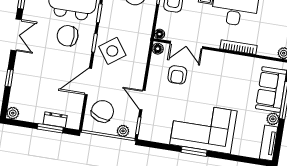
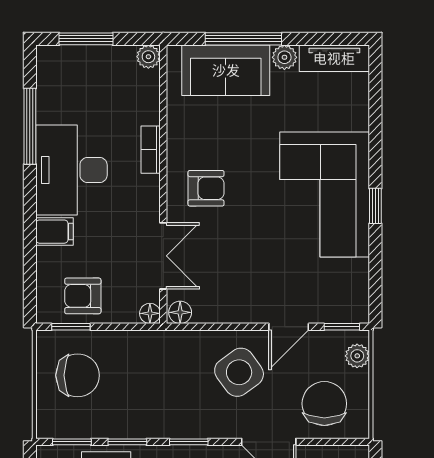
bookcase: (239, 47) -> (151, 150), width x0.64
side table: (112, 51) -> (239, 372), moved
armchair: (177, 75) -> (206, 188), moved
chair: (102, 111) -> (324, 404), turned 71
window: (194, 151) -> (375, 206), width x0.67

